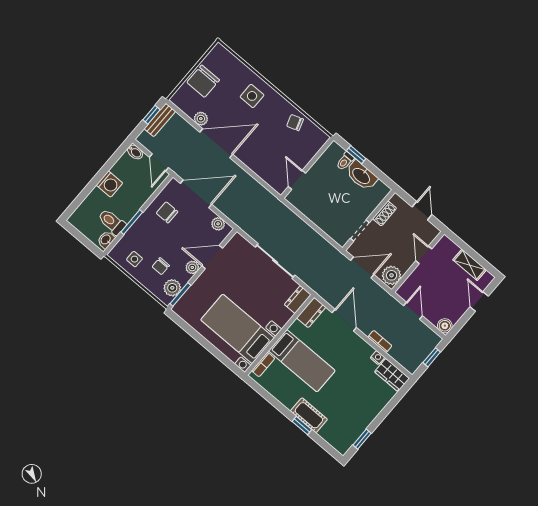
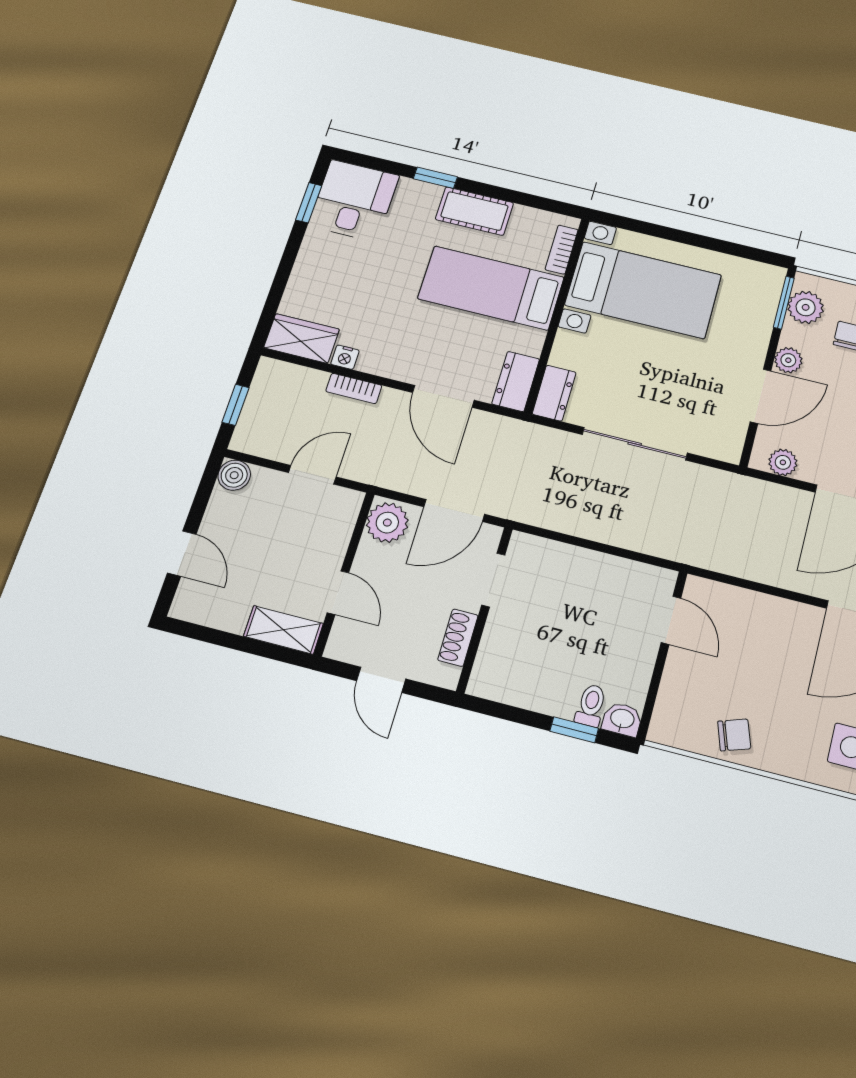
washbasin: (361, 176) -> (622, 719), moved, width x0.52, depth x0.69
shelving: (470, 265) -> (283, 630), moved
door: (413, 311) -> (312, 475), swing flipped
cot: (309, 415) -> (474, 211), moved
desk: (342, 431) -> (354, 200), added

